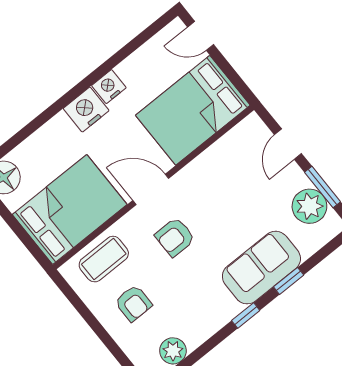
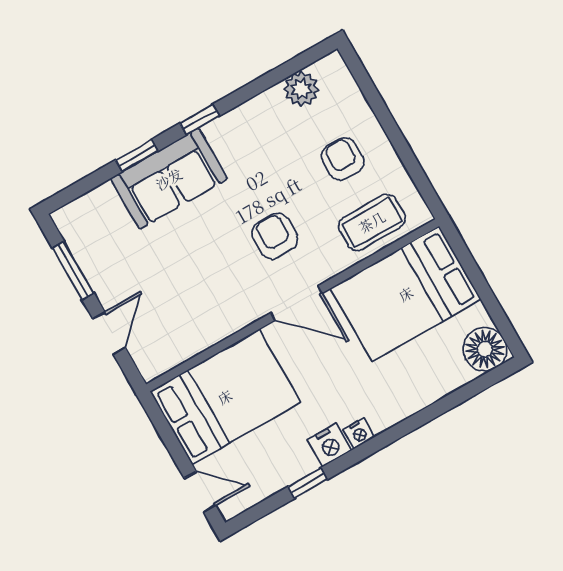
window: (121, 55) -> (308, 483), added
nightstand: (86, 110) -> (359, 433), width x0.53, depth x0.56
plant: (309, 206) -> (94, 248), removed
armchair: (175, 237) -> (275, 236), turned -90

